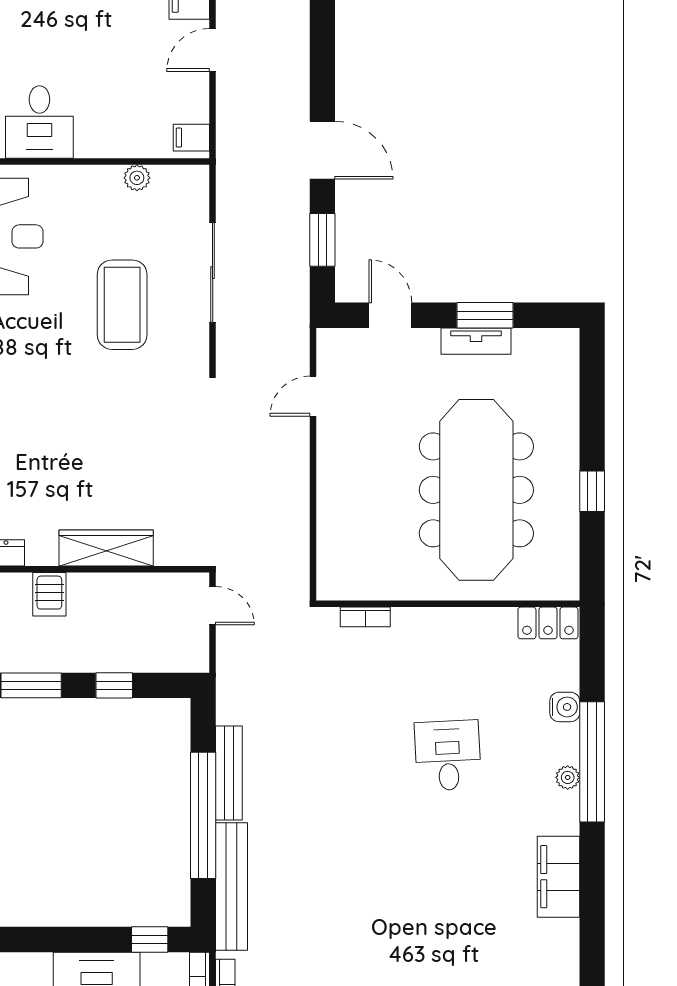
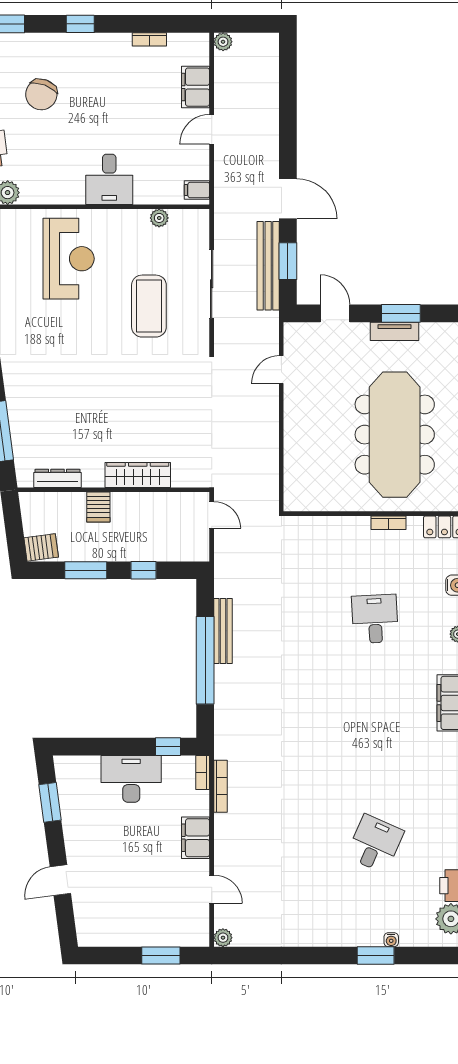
desk: (39, 122) -> (109, 179), moved
bookcase: (365, 617) -> (389, 523), moved
bench: (232, 886) -> (268, 266), moved

